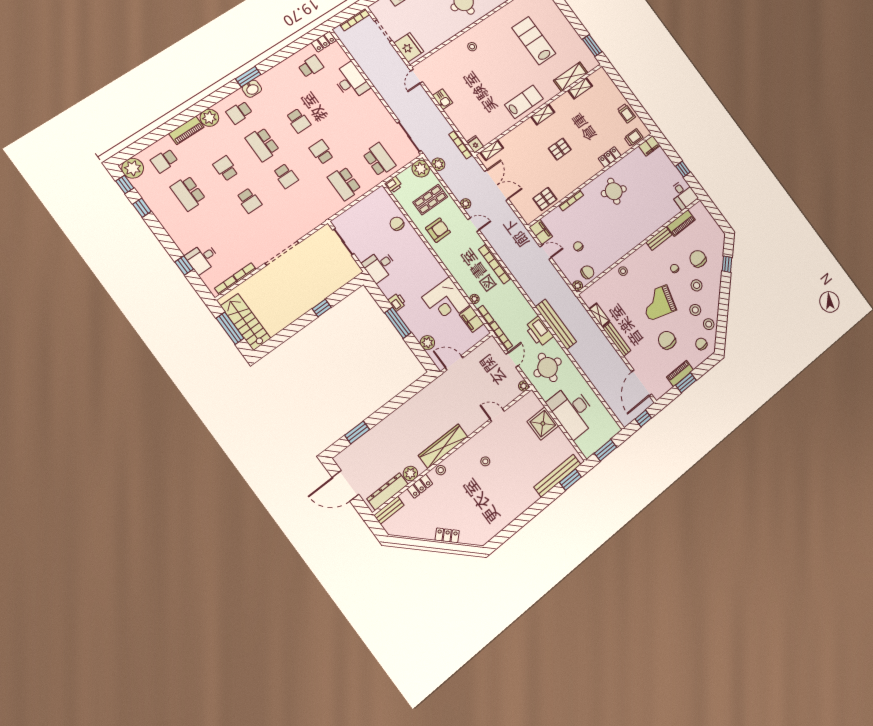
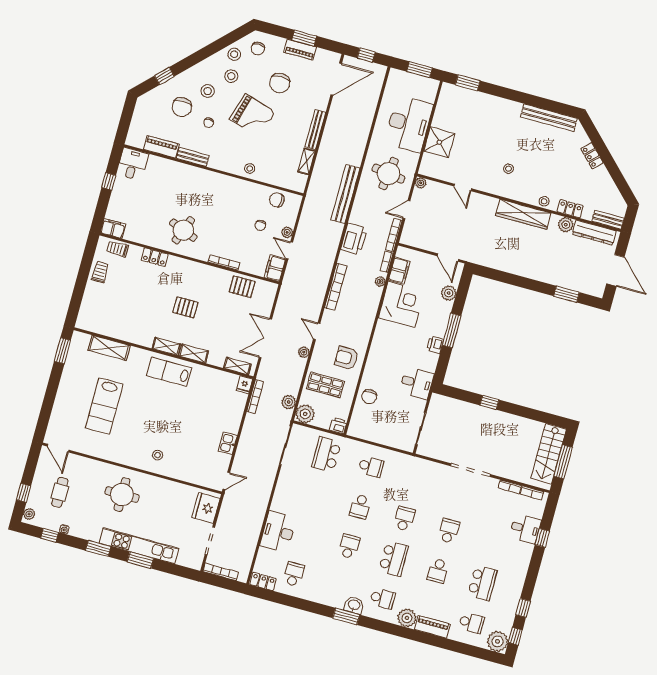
school desk: (311, 66) -> (294, 574), turned 90
shelving: (580, 88) -> (194, 354), moved
school desk: (344, 183) -> (371, 467), width x0.54
plant: (578, 286) -> (287, 232), moved
printer: (539, 331) -> (354, 239), moved
bench: (557, 476) -> (549, 118), moved

